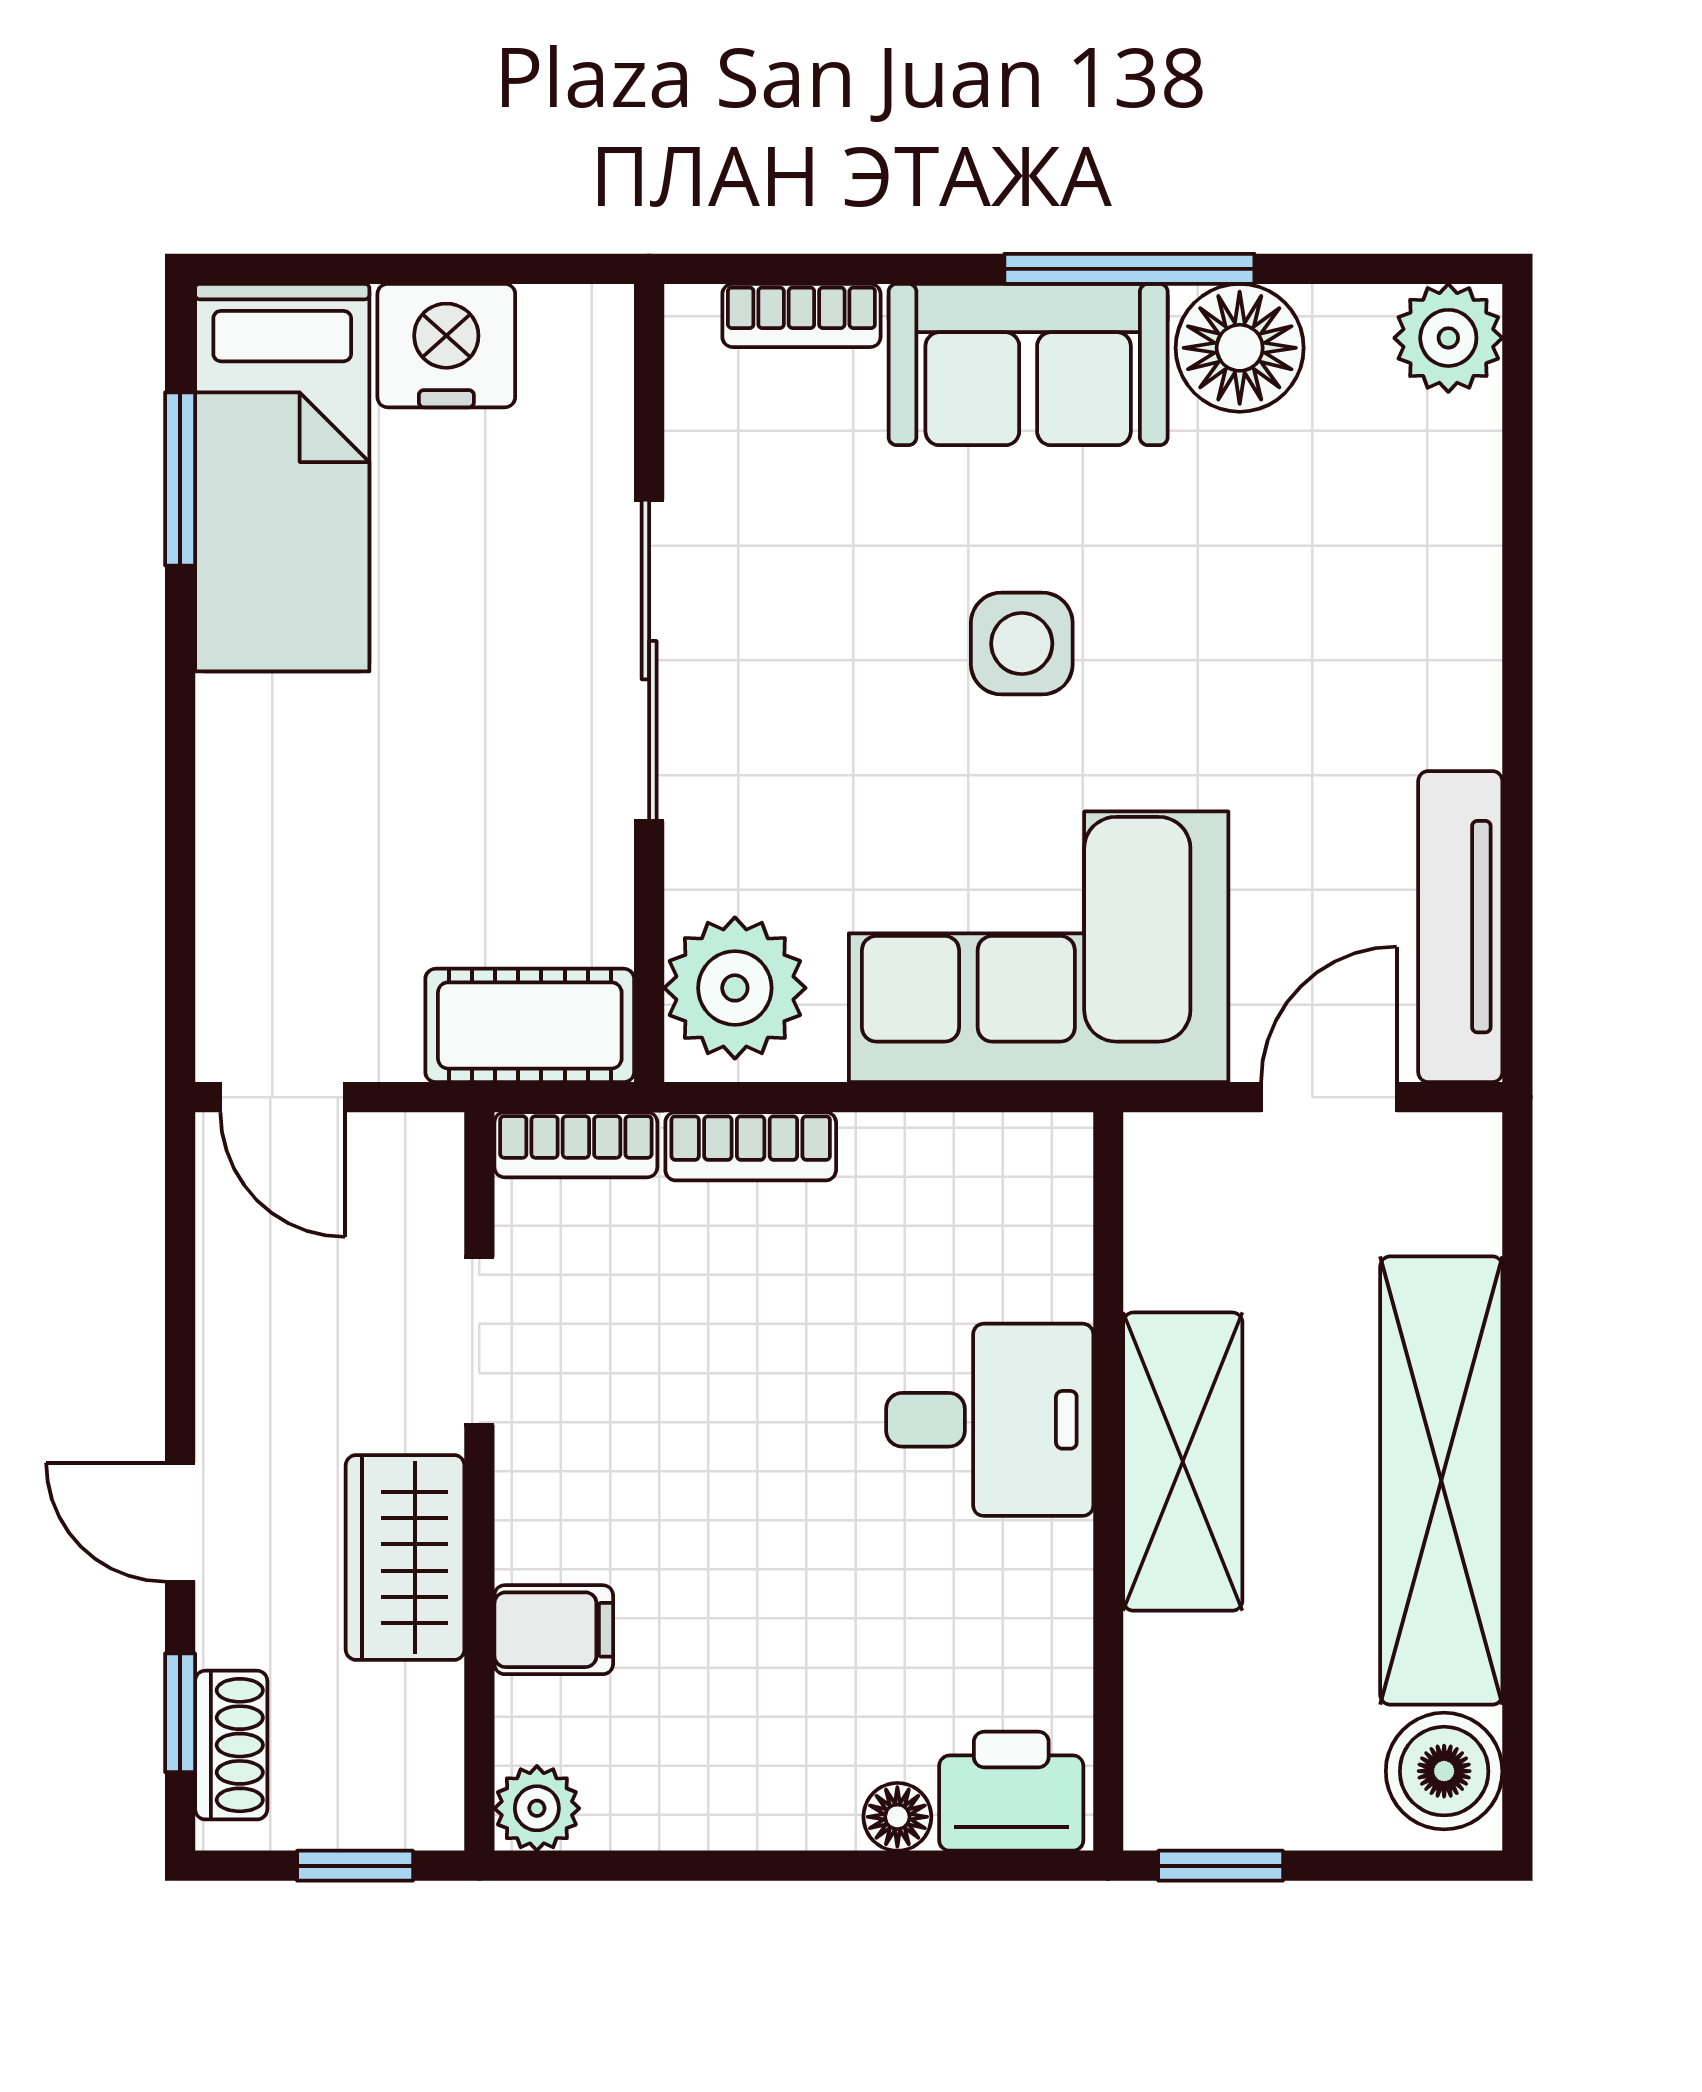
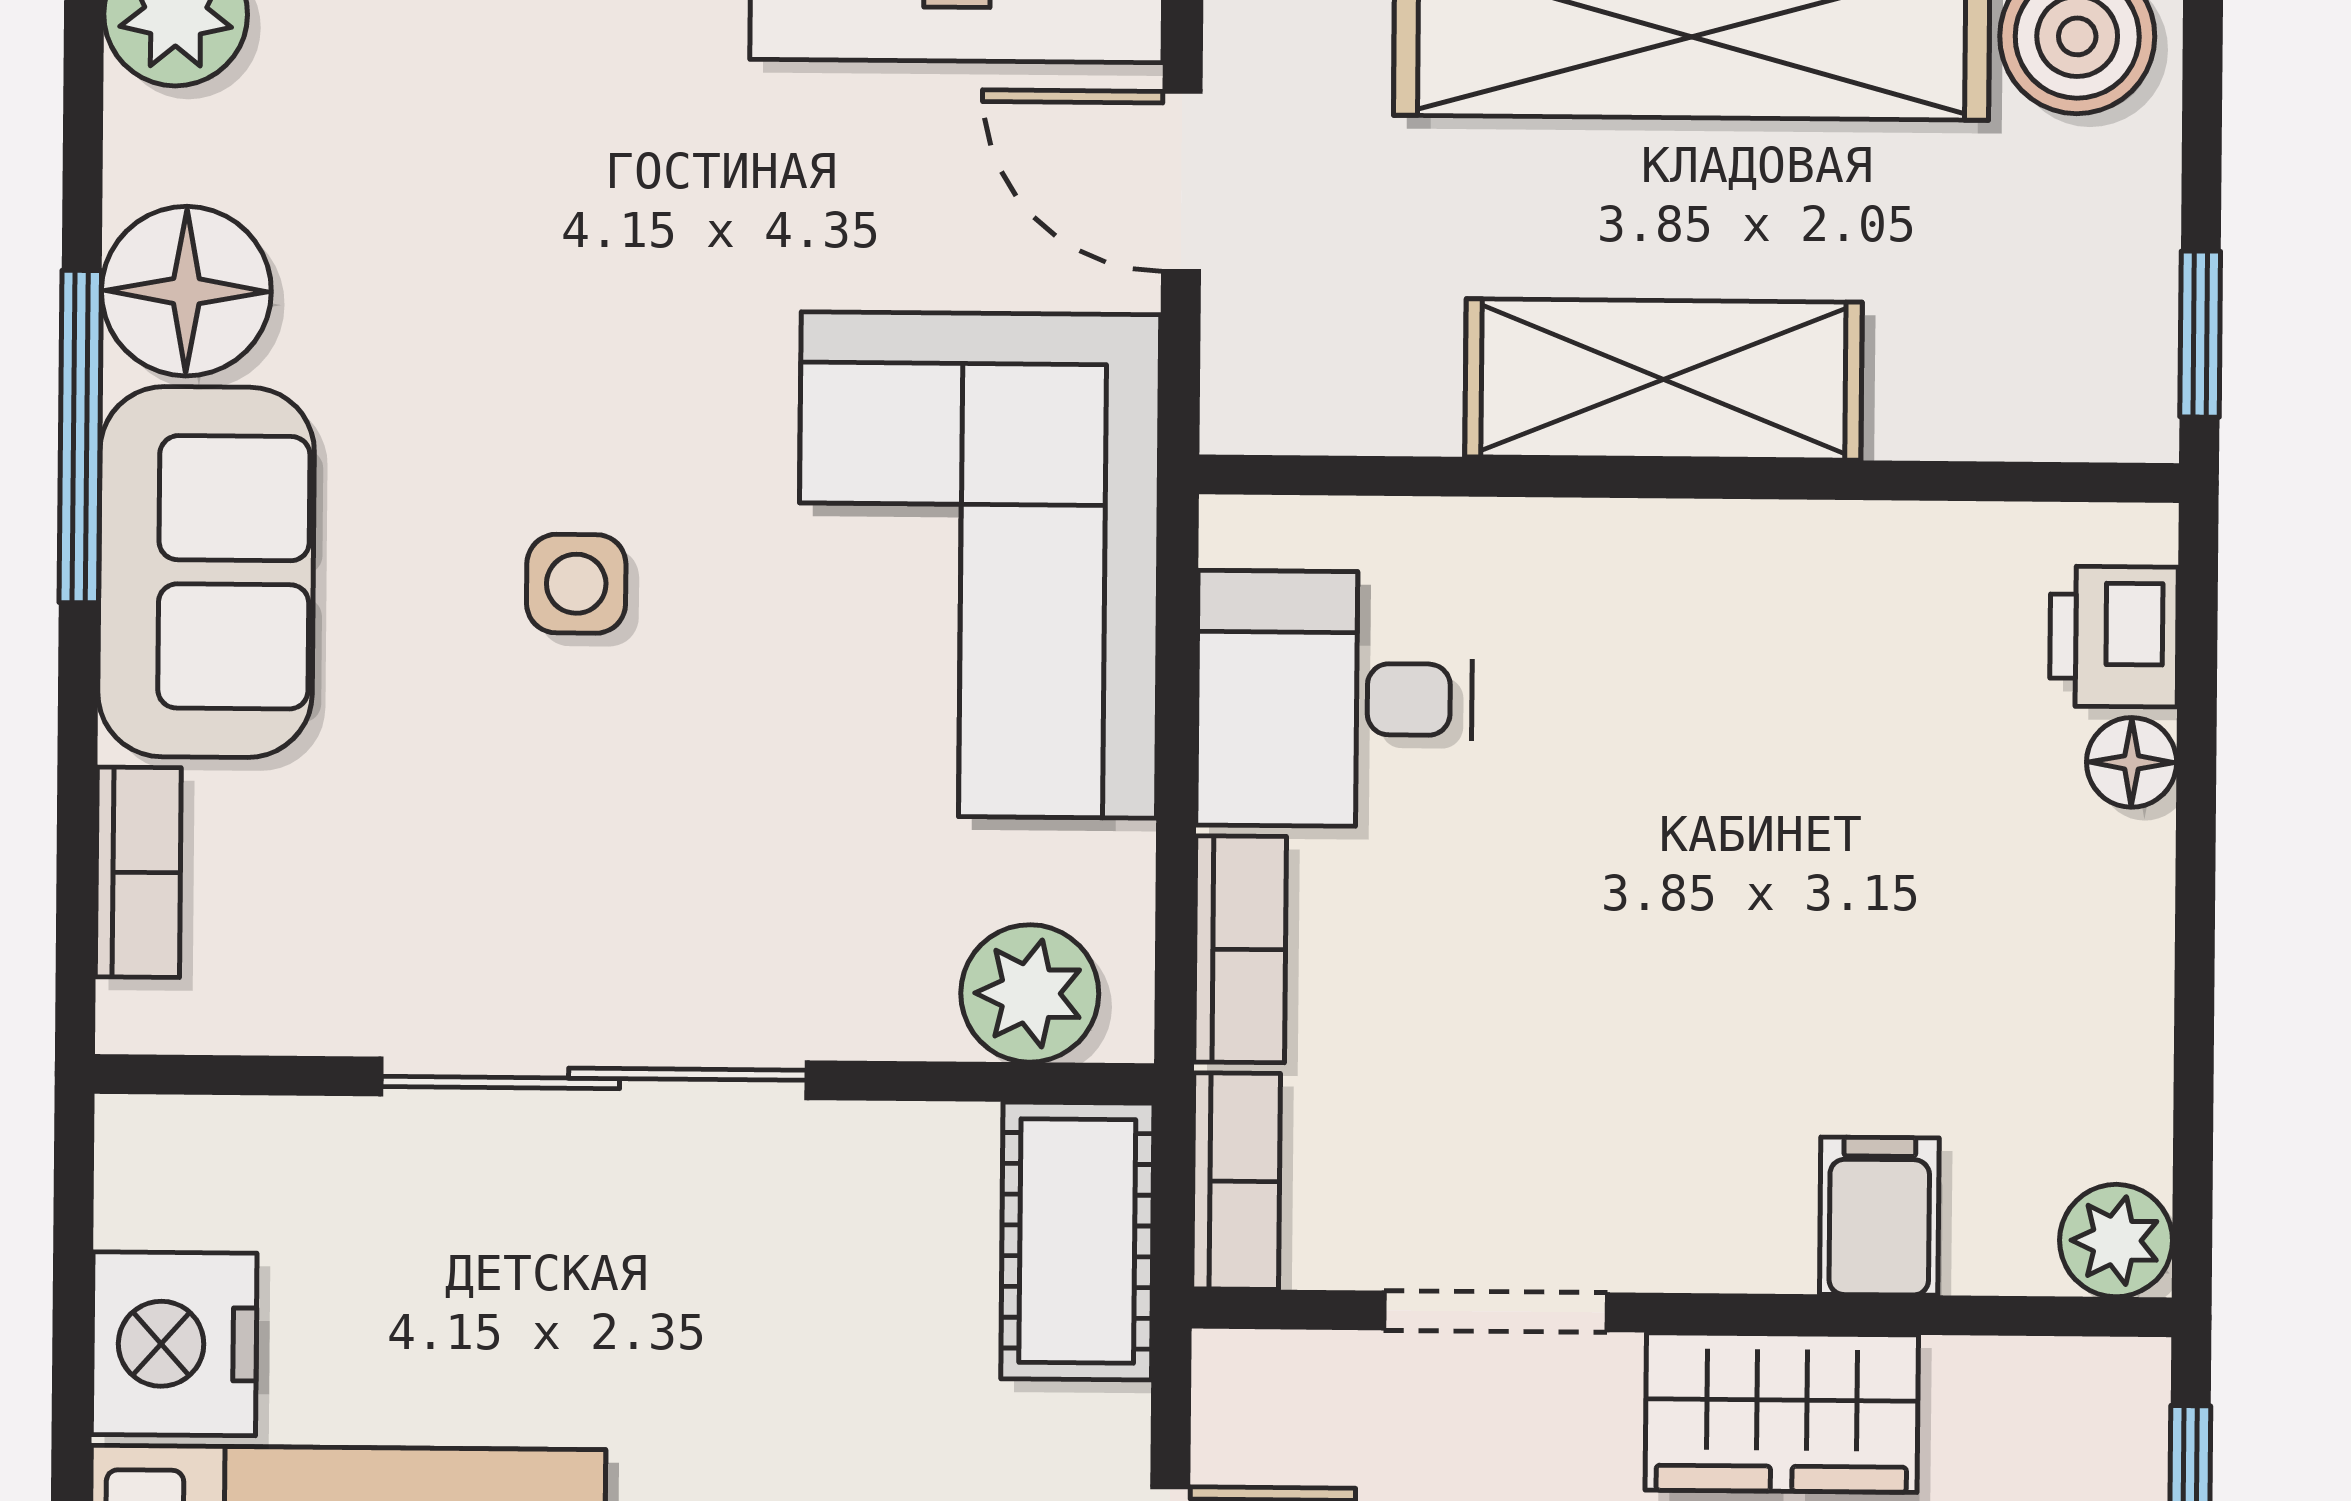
side table: (1022, 644) -> (576, 584), width x0.73, depth x0.73
plant: (735, 988) -> (1030, 993), width x0.73, depth x0.73
desk: (990, 1420) -> (1334, 699), moved, turned -90
printer: (1011, 1791) -> (2114, 637), width x0.73, depth x0.81

